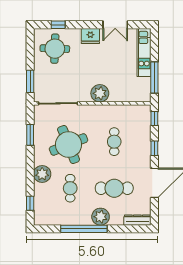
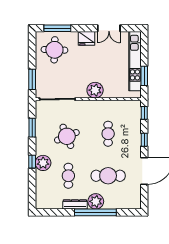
window: (58, 25) -> (57, 28), width x2.17
kitchen unit: (144, 52) -> (135, 61), width x1.36
window: (154, 78) -> (144, 76), width x0.69
round table: (69, 144) -> (67, 136), width x0.73, depth x0.73
window: (30, 203) -> (32, 162), moved
dresser: (137, 220) -> (75, 204), moved
window: (84, 229) -> (95, 212), moved

